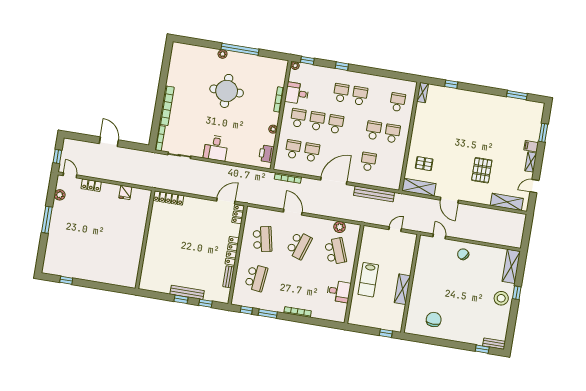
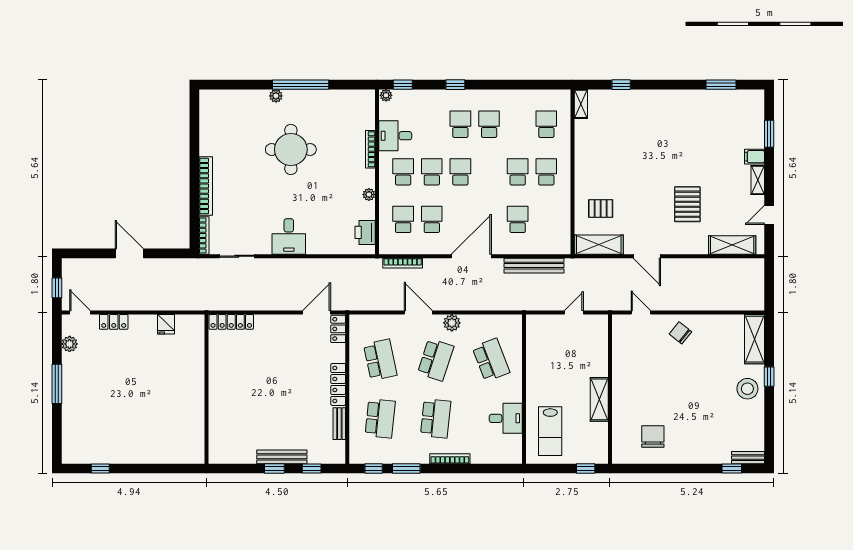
plant: (340, 227) -> (452, 323), moved
lab bench: (368, 280) -> (550, 431), moved
school desk: (293, 284) -> (436, 418), added

